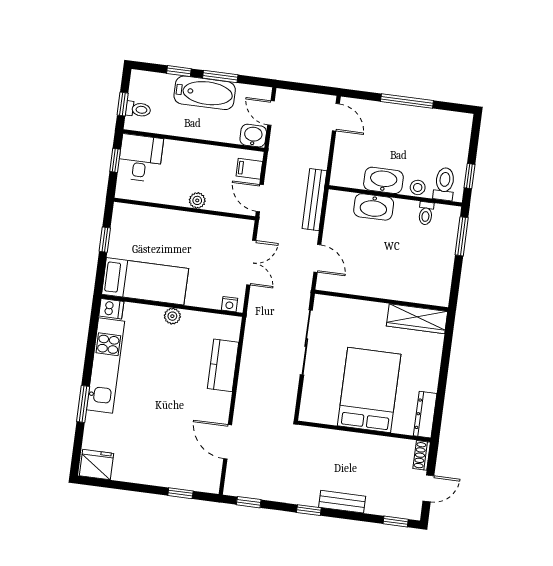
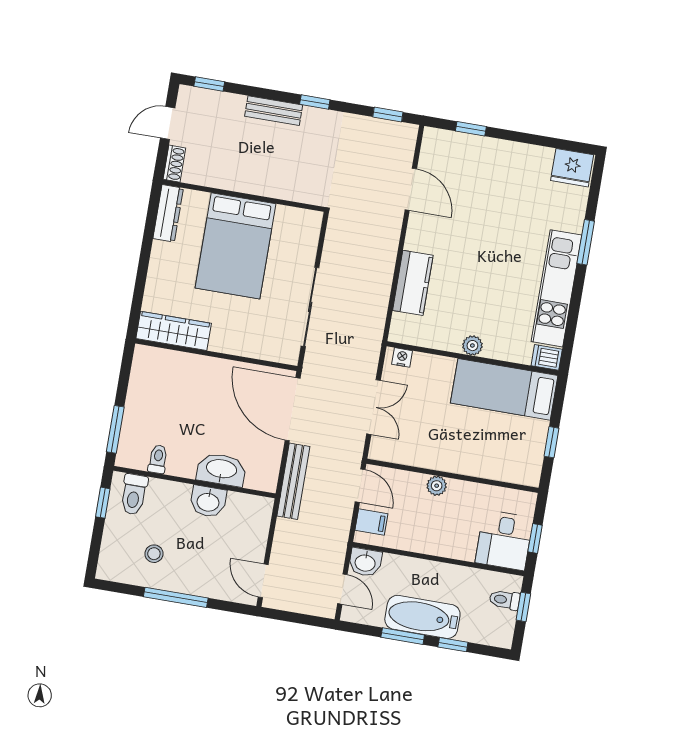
washbasin: (383, 180) -> (208, 501), width x0.72
stool: (418, 187) -> (154, 554), moved
door: (317, 258) -> (293, 409), width x1.88
double door: (251, 263) -> (374, 407), swing flipped

